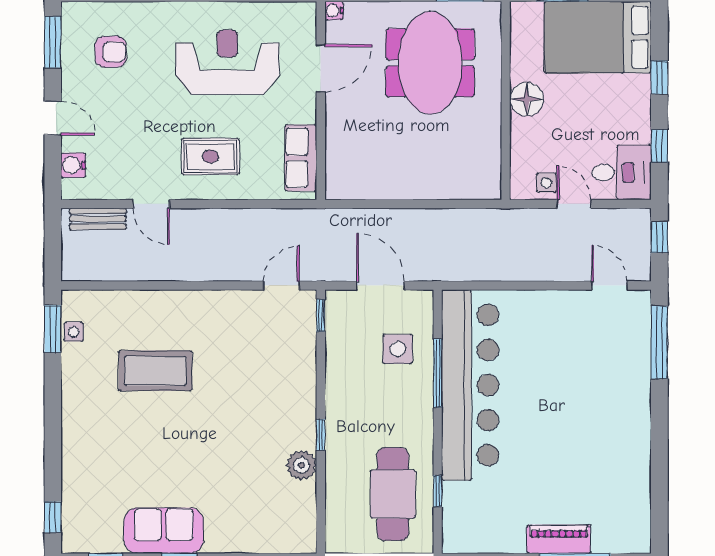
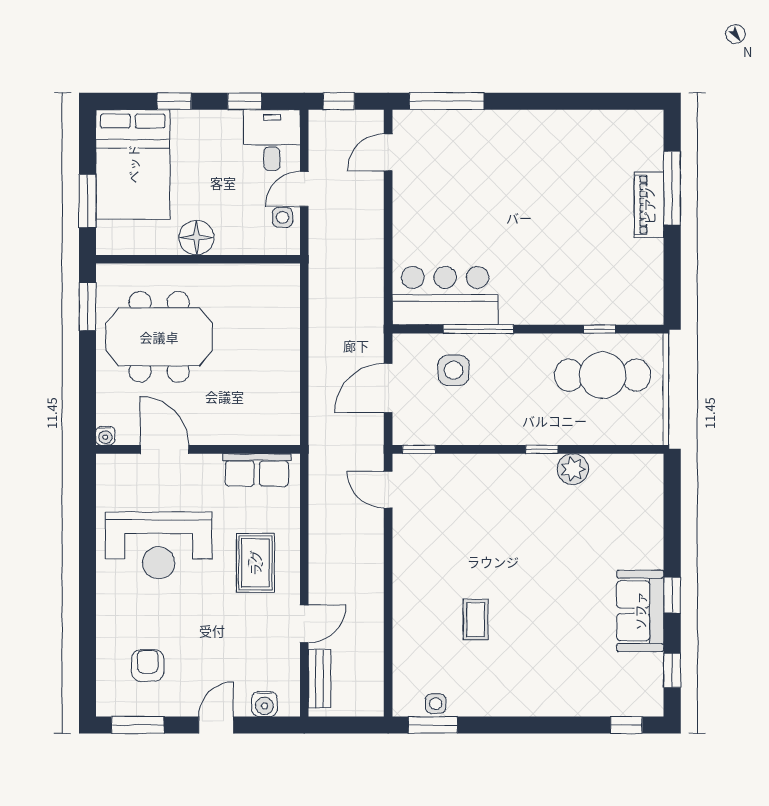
reception desk: (227, 62) -> (159, 545), turned -90
coffee table: (155, 371) -> (476, 619), width x0.54, depth x0.58
bar counter: (470, 385) -> (445, 296), width x0.54

